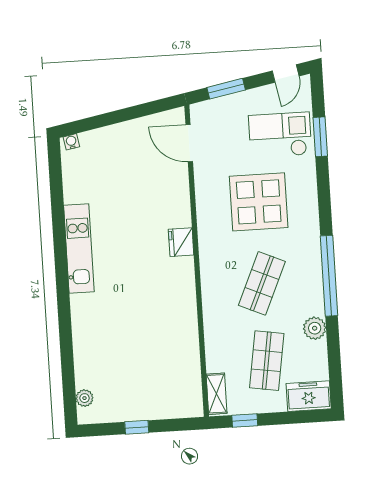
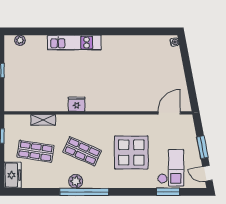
window: (226, 89) -> (202, 147), moved
fridge: (181, 242) -> (77, 104), moved
kitchen unit: (79, 248) -> (74, 43), moved
plant: (315, 328) -> (76, 181), moved
shelving: (217, 394) -> (43, 120), moved

